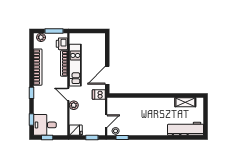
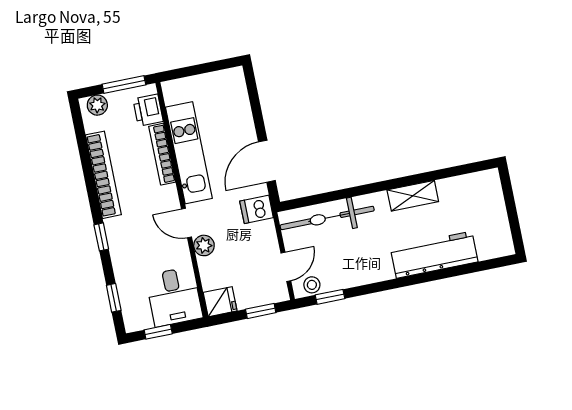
shelving: (185, 102) -> (413, 196), moved
bicycle: (128, 104) -> (327, 218), added
desk: (45, 125) -> (174, 297), moved, turned -90
workbench: (186, 129) -> (434, 255), moved

